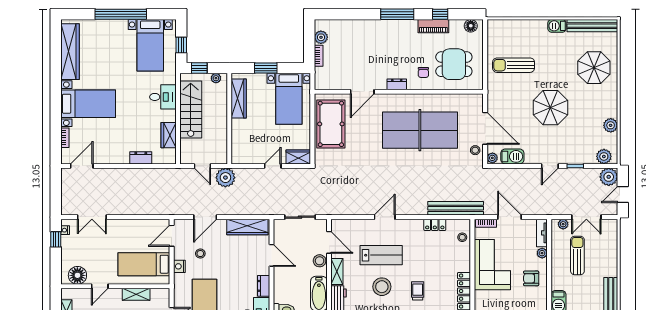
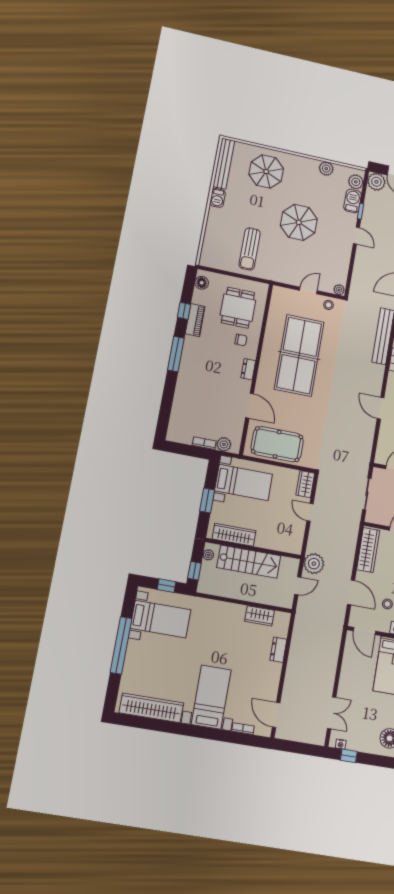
plant: (321, 37) -> (224, 444), moved
desk: (163, 97) -> (218, 615), removed
stairs: (191, 109) -> (249, 562), moved, turned 180
door: (485, 128) -> (308, 290), width x0.53
barbecue: (512, 156) -> (353, 201), moved

